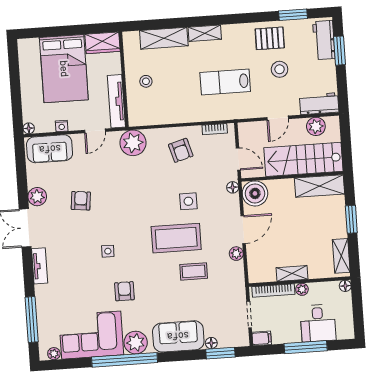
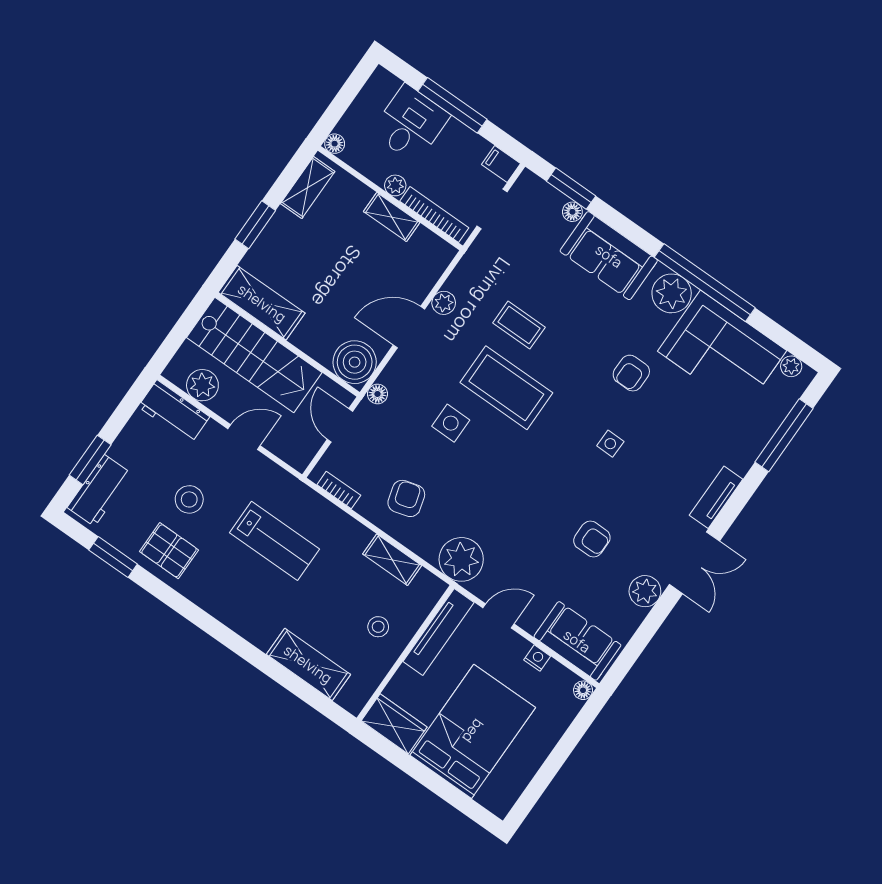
shelving: (205, 33) -> (392, 560), moved
armchair: (81, 201) -> (592, 539), turned -96

